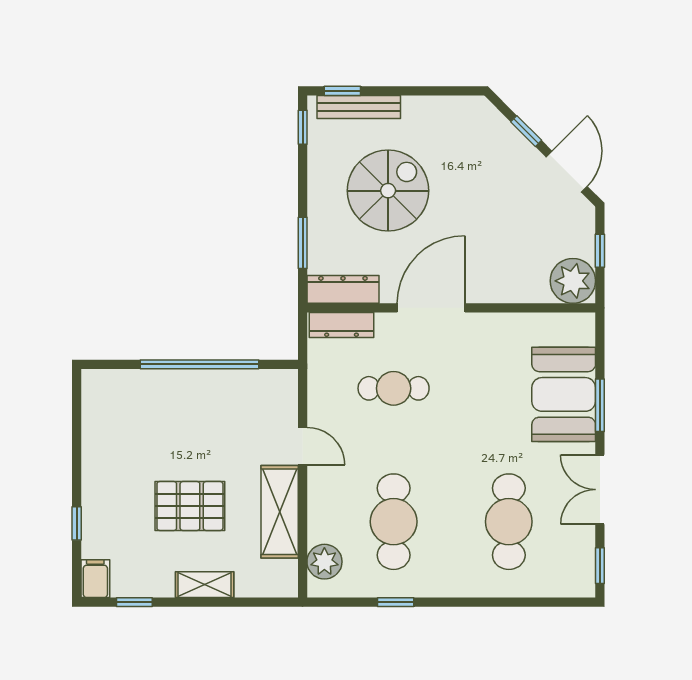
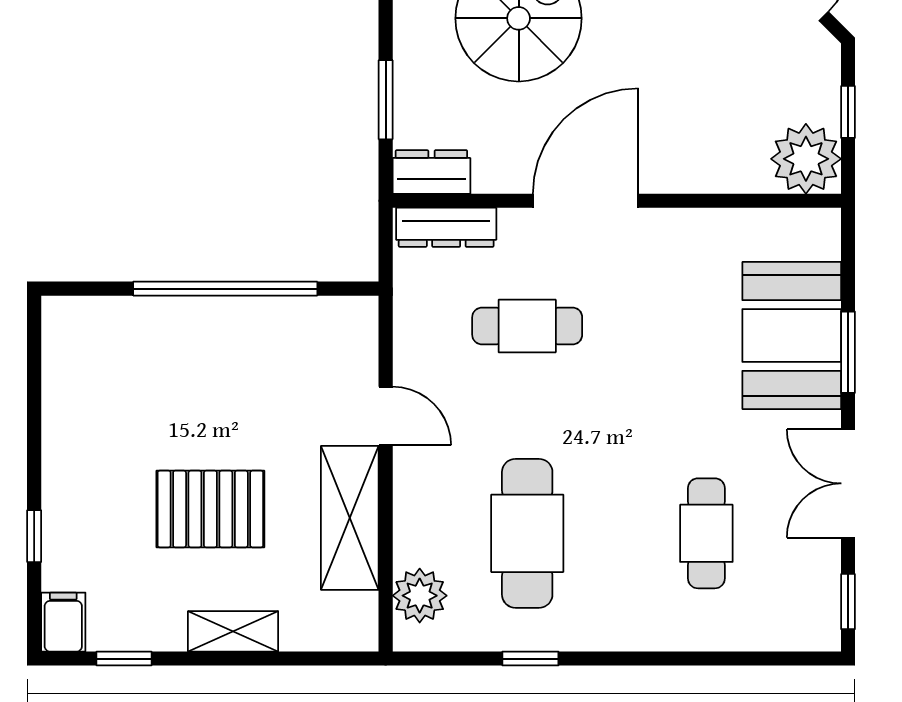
dresser: (343, 289) -> (431, 172), width x0.70
cafe table: (509, 522) -> (706, 533), width x0.73, depth x0.74

